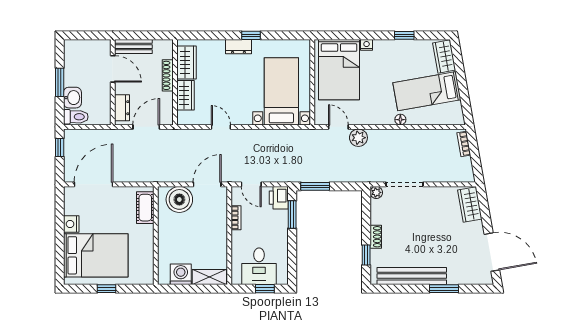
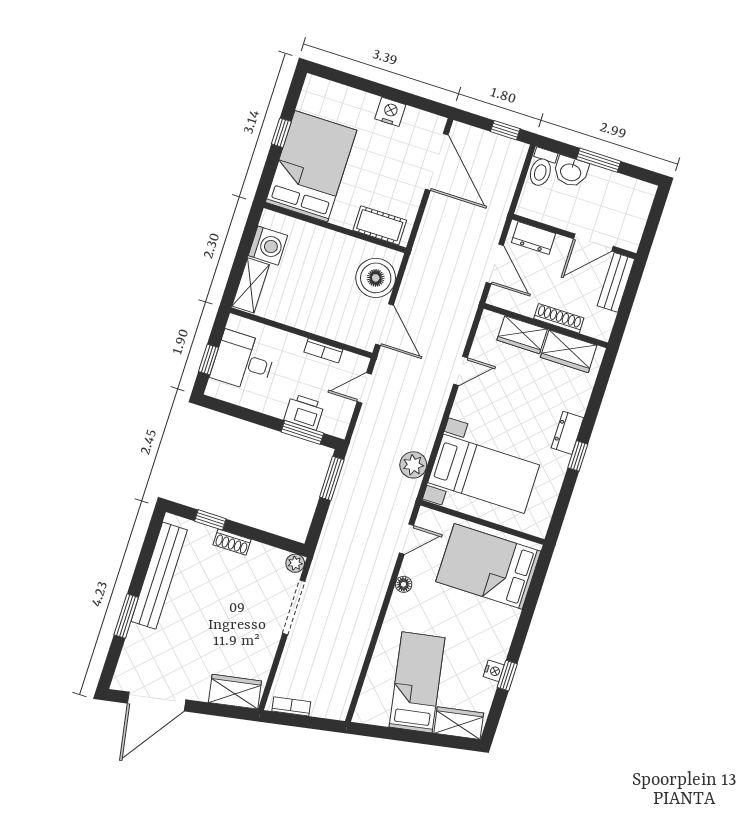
nightstand: (367, 45) -> (494, 671), moved
floor lamp: (400, 120) -> (404, 584), moved
plant: (358, 138) -> (413, 465), moved
bookcase: (464, 144) -> (291, 706), moved
printer: (279, 198) -> (304, 412), moved
bed: (96, 255) -> (311, 166), moved, turned 180

